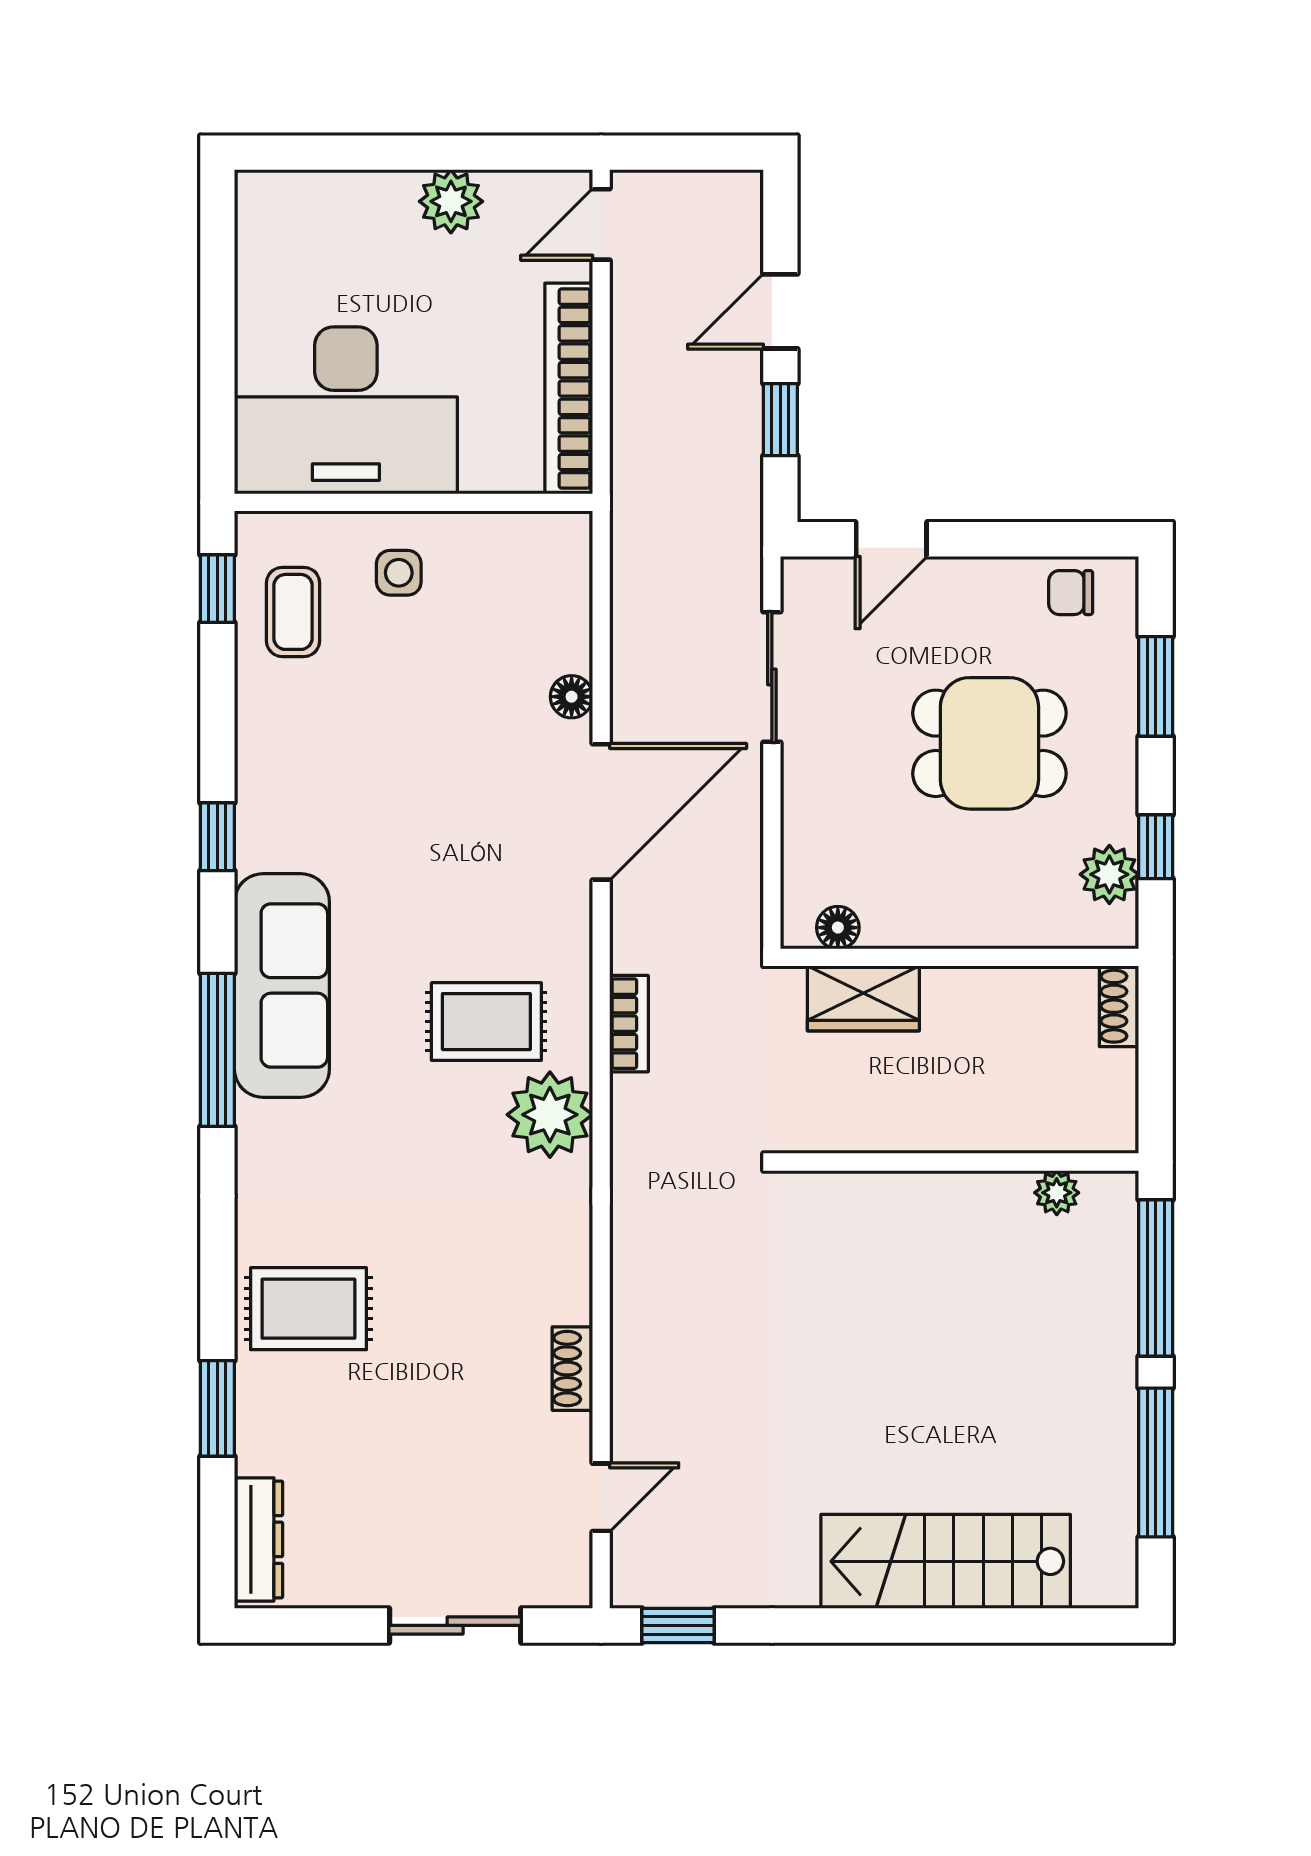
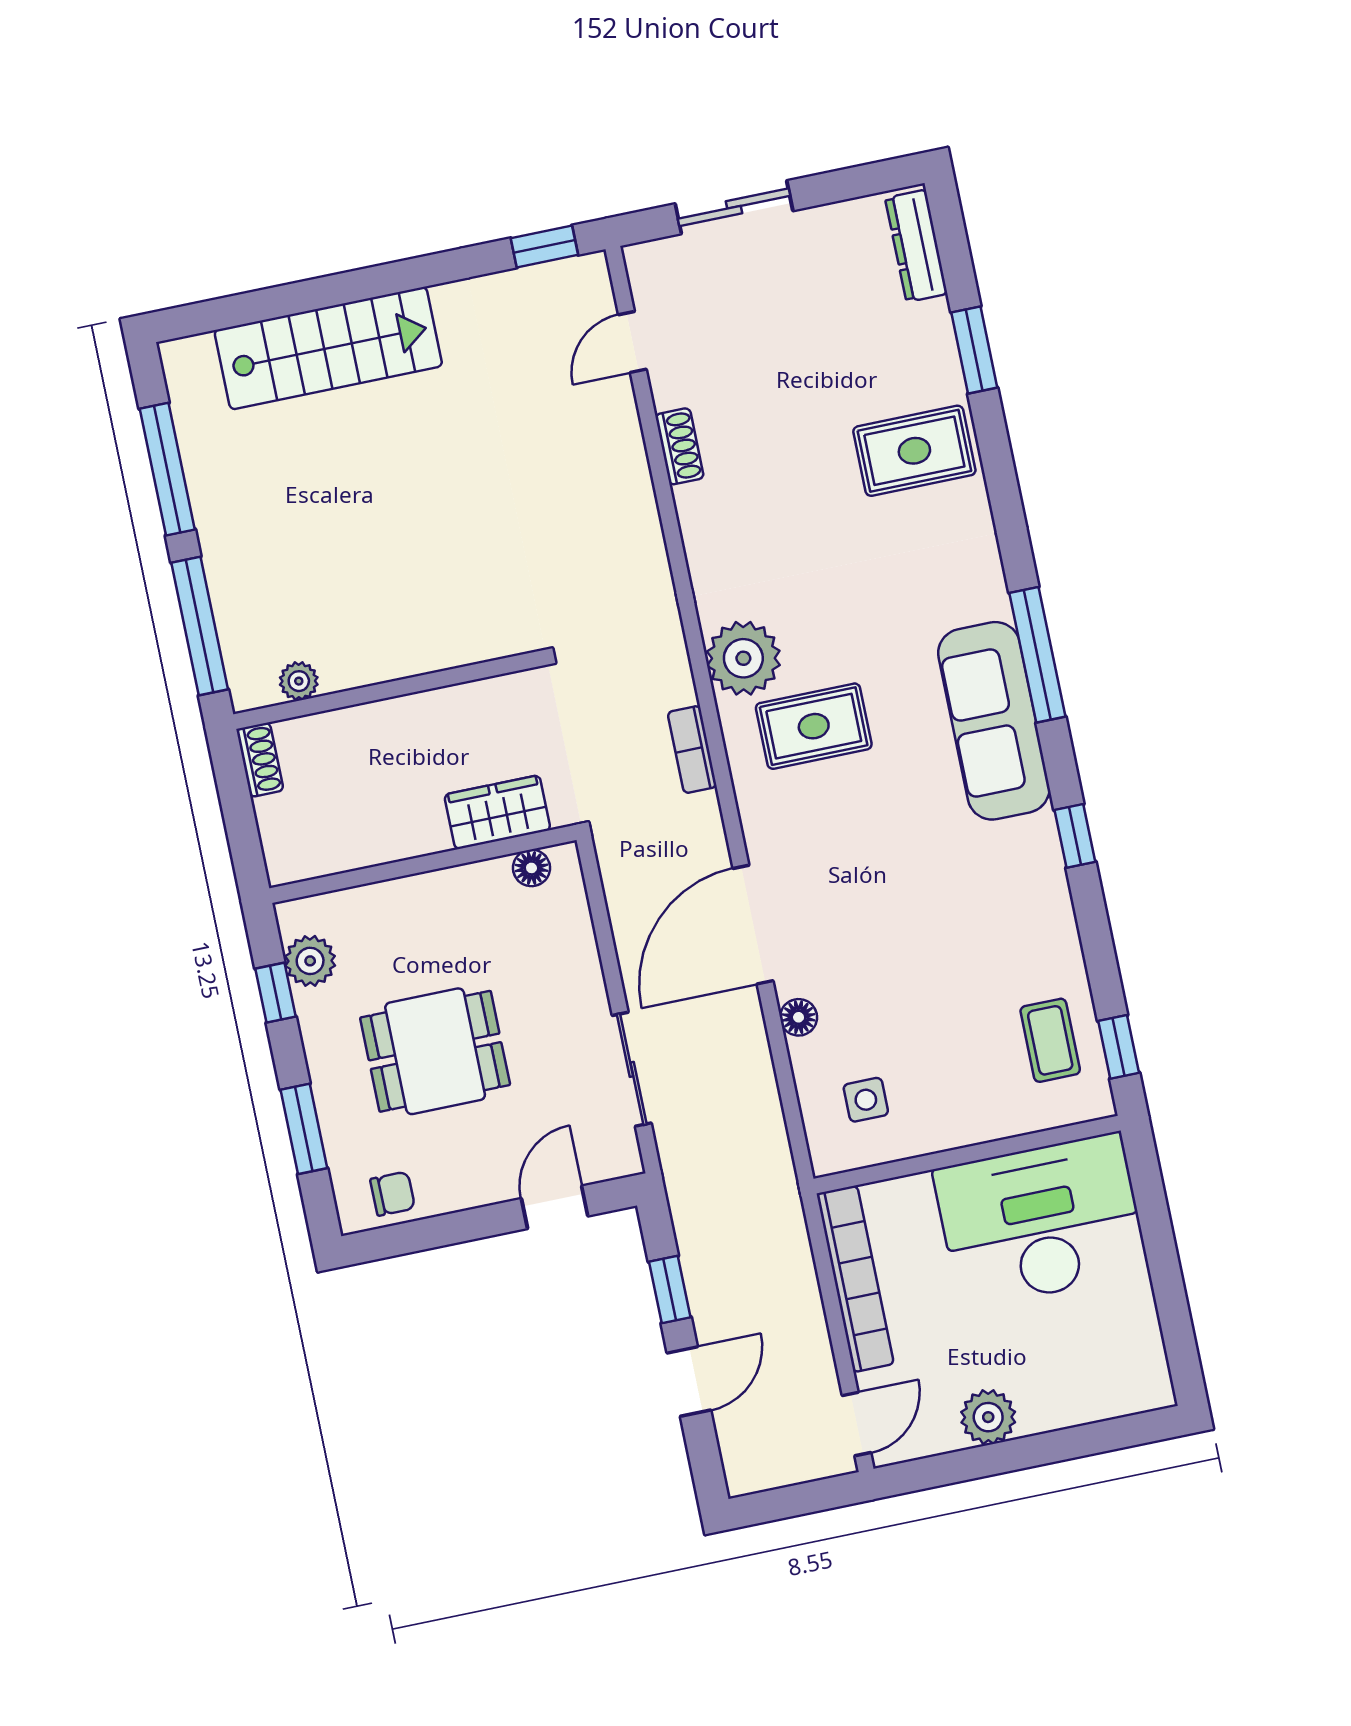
side table: (399, 573) -> (866, 1100), moved
shoe rack: (1119, 1006) -> (260, 760), moved

